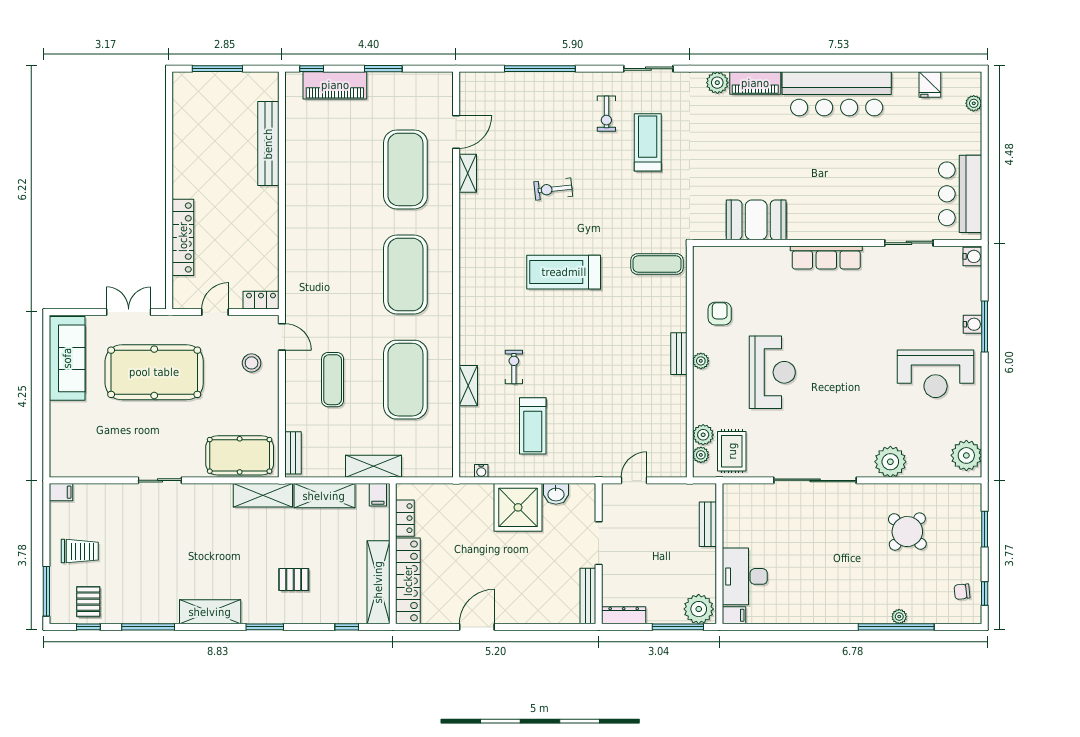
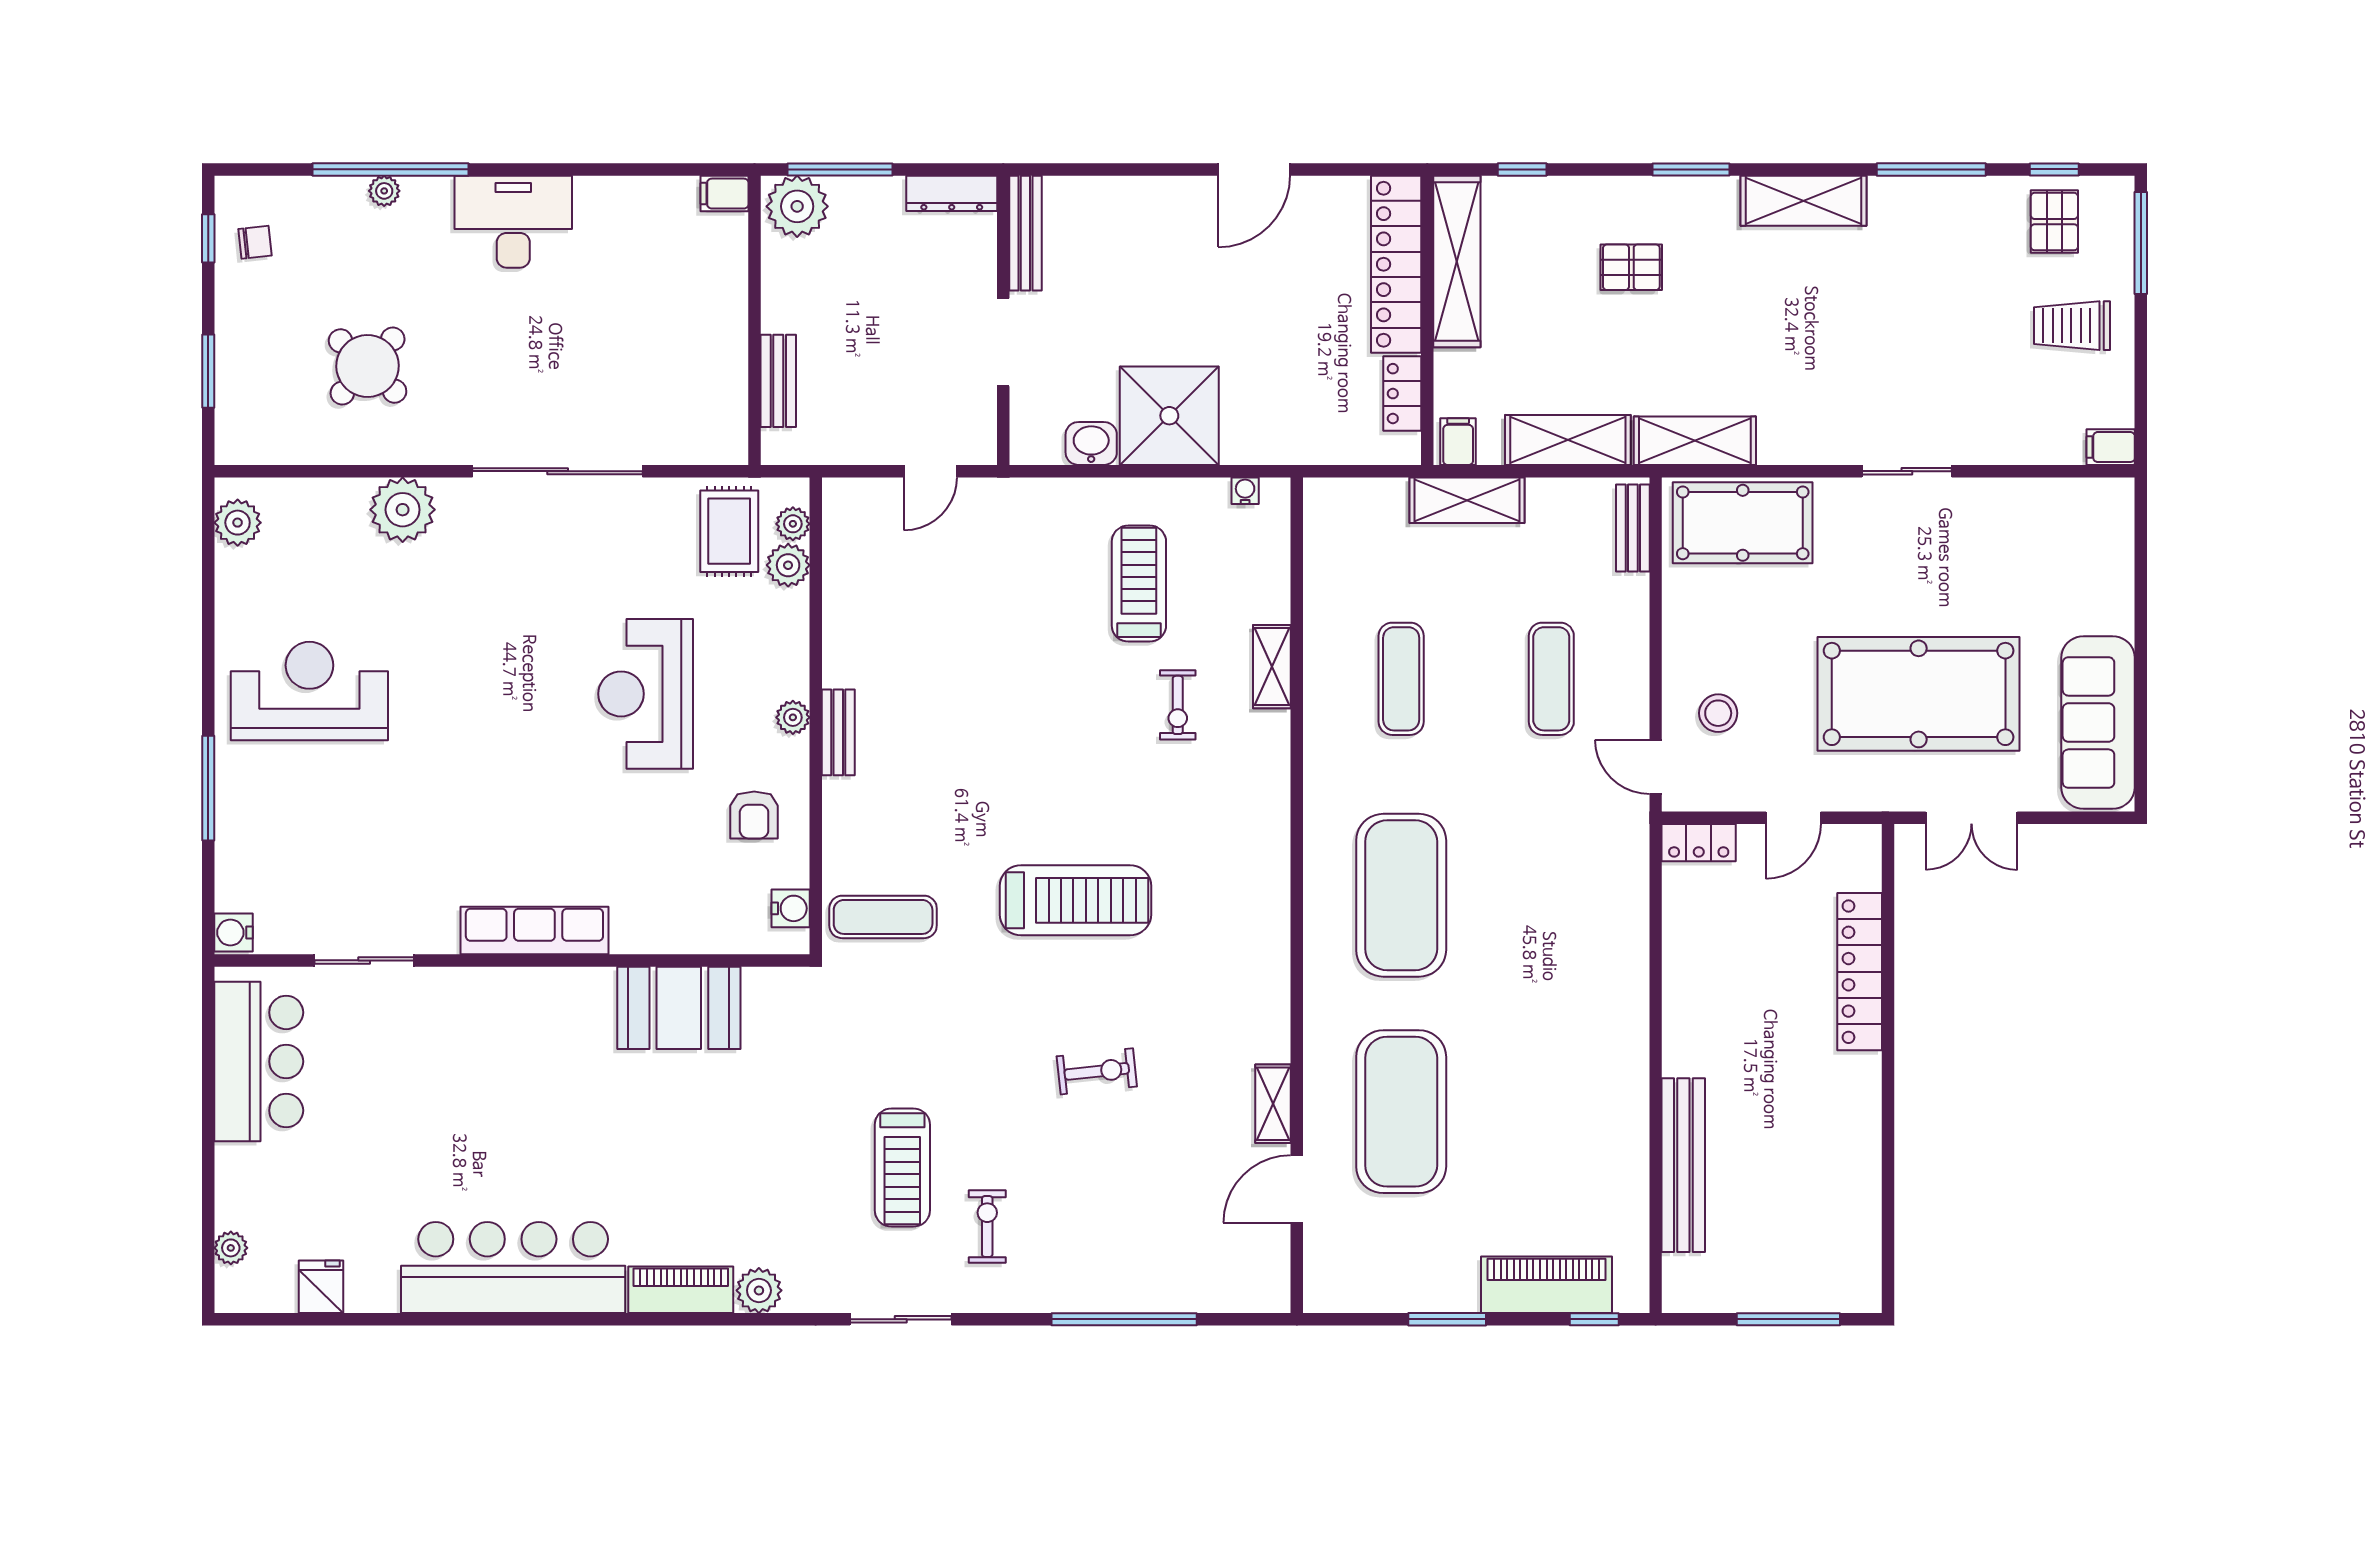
water cooler: (973, 324) -> (791, 908), moved, turned 180
exercise mat: (405, 380) -> (1401, 679), width x0.50, depth x0.69
plant: (966, 455) -> (238, 523), width x0.73, depth x0.73
desk: (745, 576) -> (513, 222), moved, turned -90

